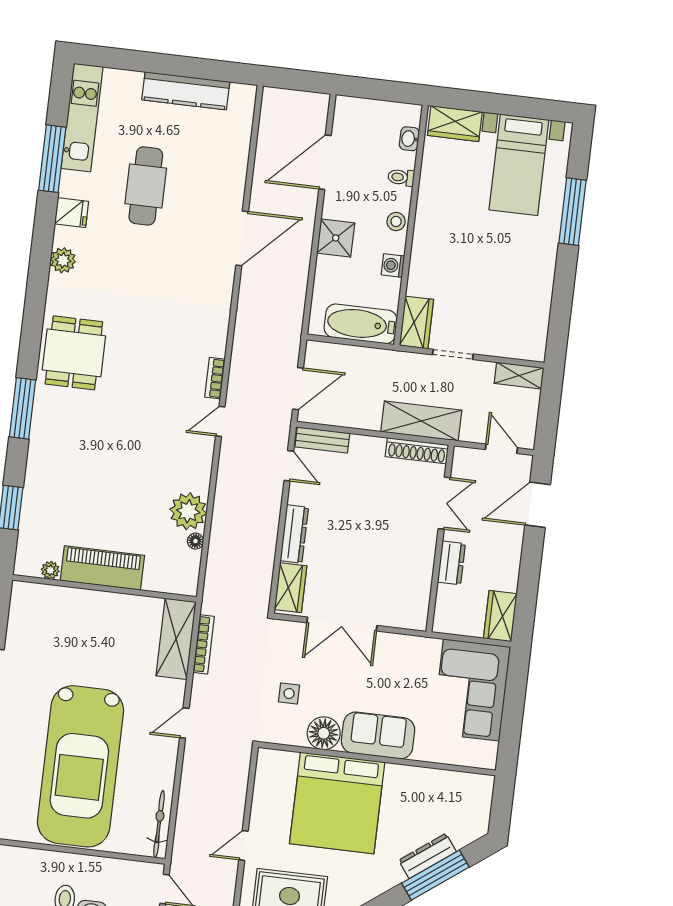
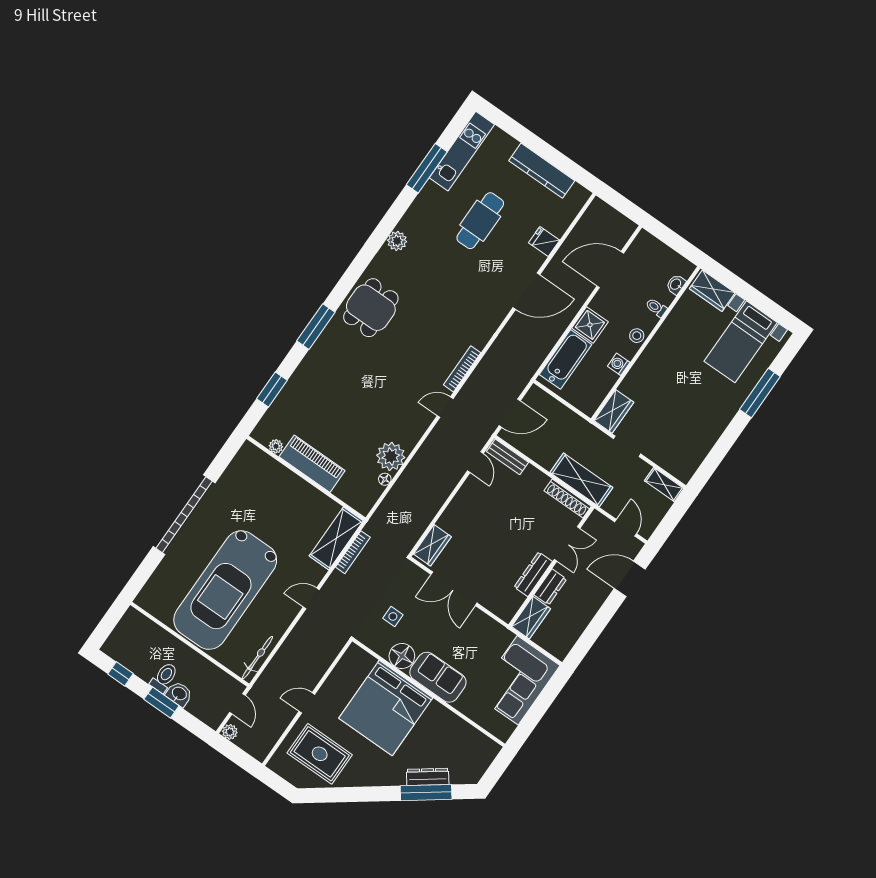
fridge: (71, 213) -> (544, 242), moved, turned 180
bathtub: (361, 324) -> (565, 359), moved, turned 90
bookcase: (215, 378) -> (462, 369), width x1.56
dresser: (294, 534) -> (533, 574), moved, turned 180
wardrobe: (500, 616) -> (531, 618), moved, turned 180

